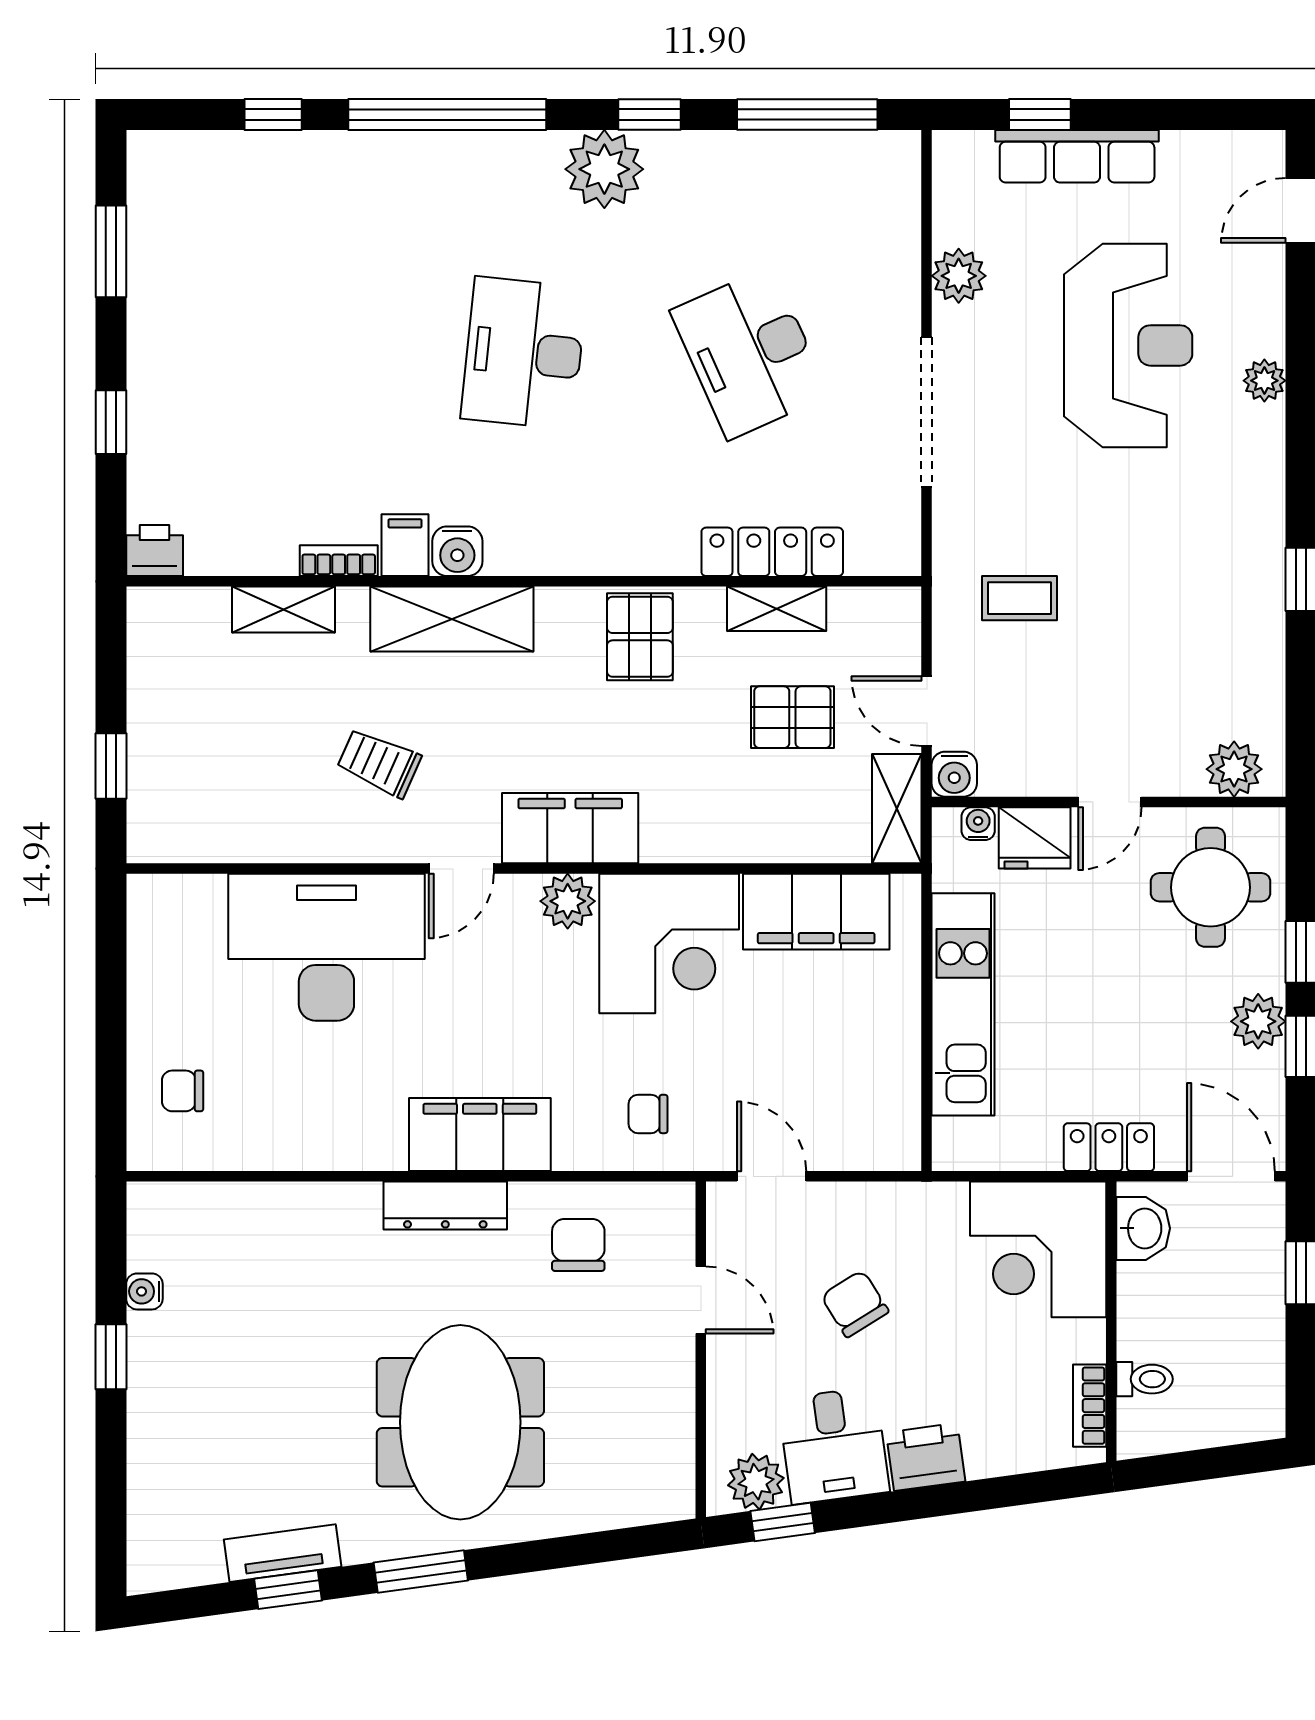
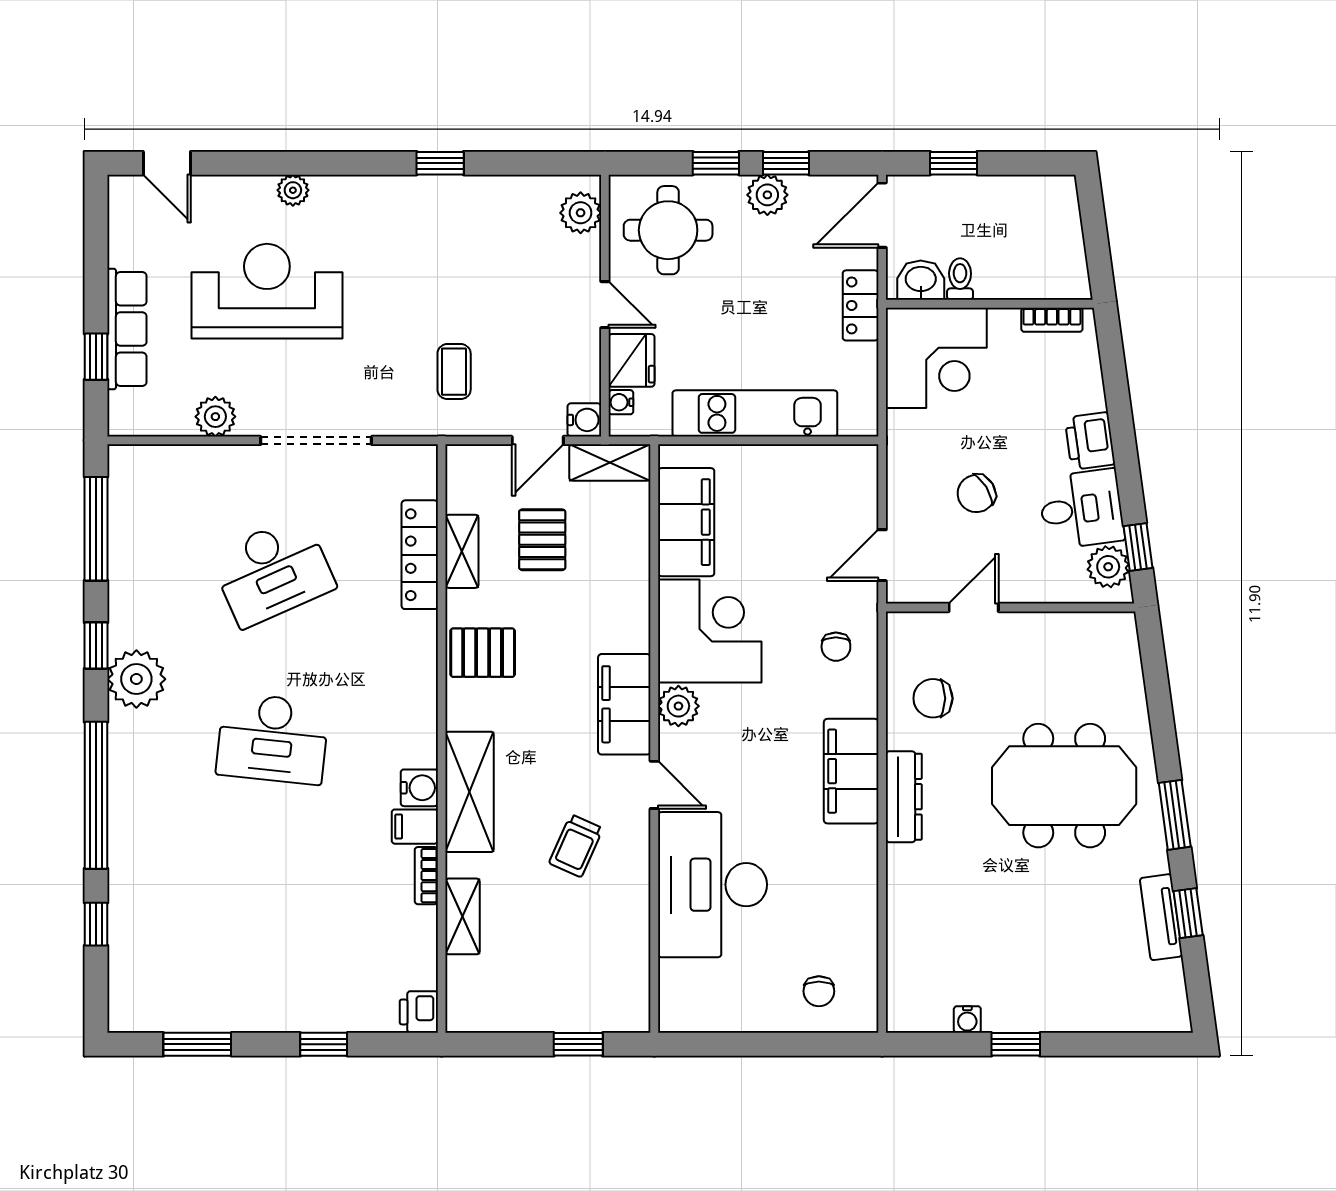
toilet: (1145, 1379) -> (960, 279), moved

